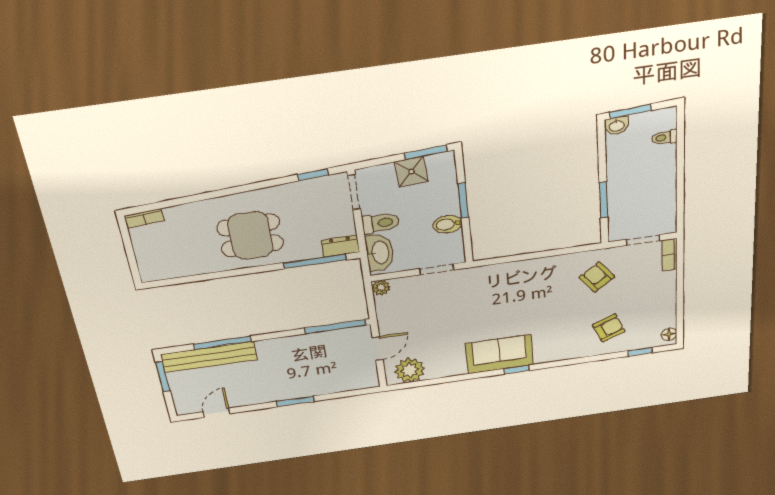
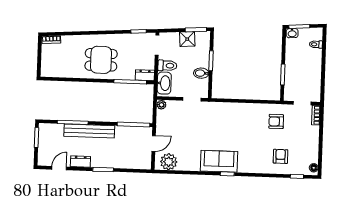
armchair: (597, 277) -> (276, 121), turned -54
armchair: (609, 328) -> (281, 156), turned -68
bench: (209, 357) -> (89, 131), moved
dresser: (252, 397) -> (80, 162), added

